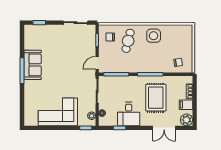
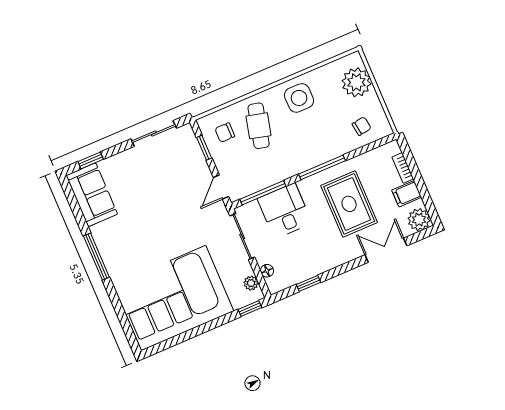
plant: (185, 40) -> (356, 82), added
sofa: (33, 65) -> (92, 195), moved
corner sofa: (58, 112) -> (173, 298), width x1.36, depth x1.36
desk: (129, 114) -> (285, 211), moved, turned 180
double door: (164, 128) -> (386, 250), swing flipped

